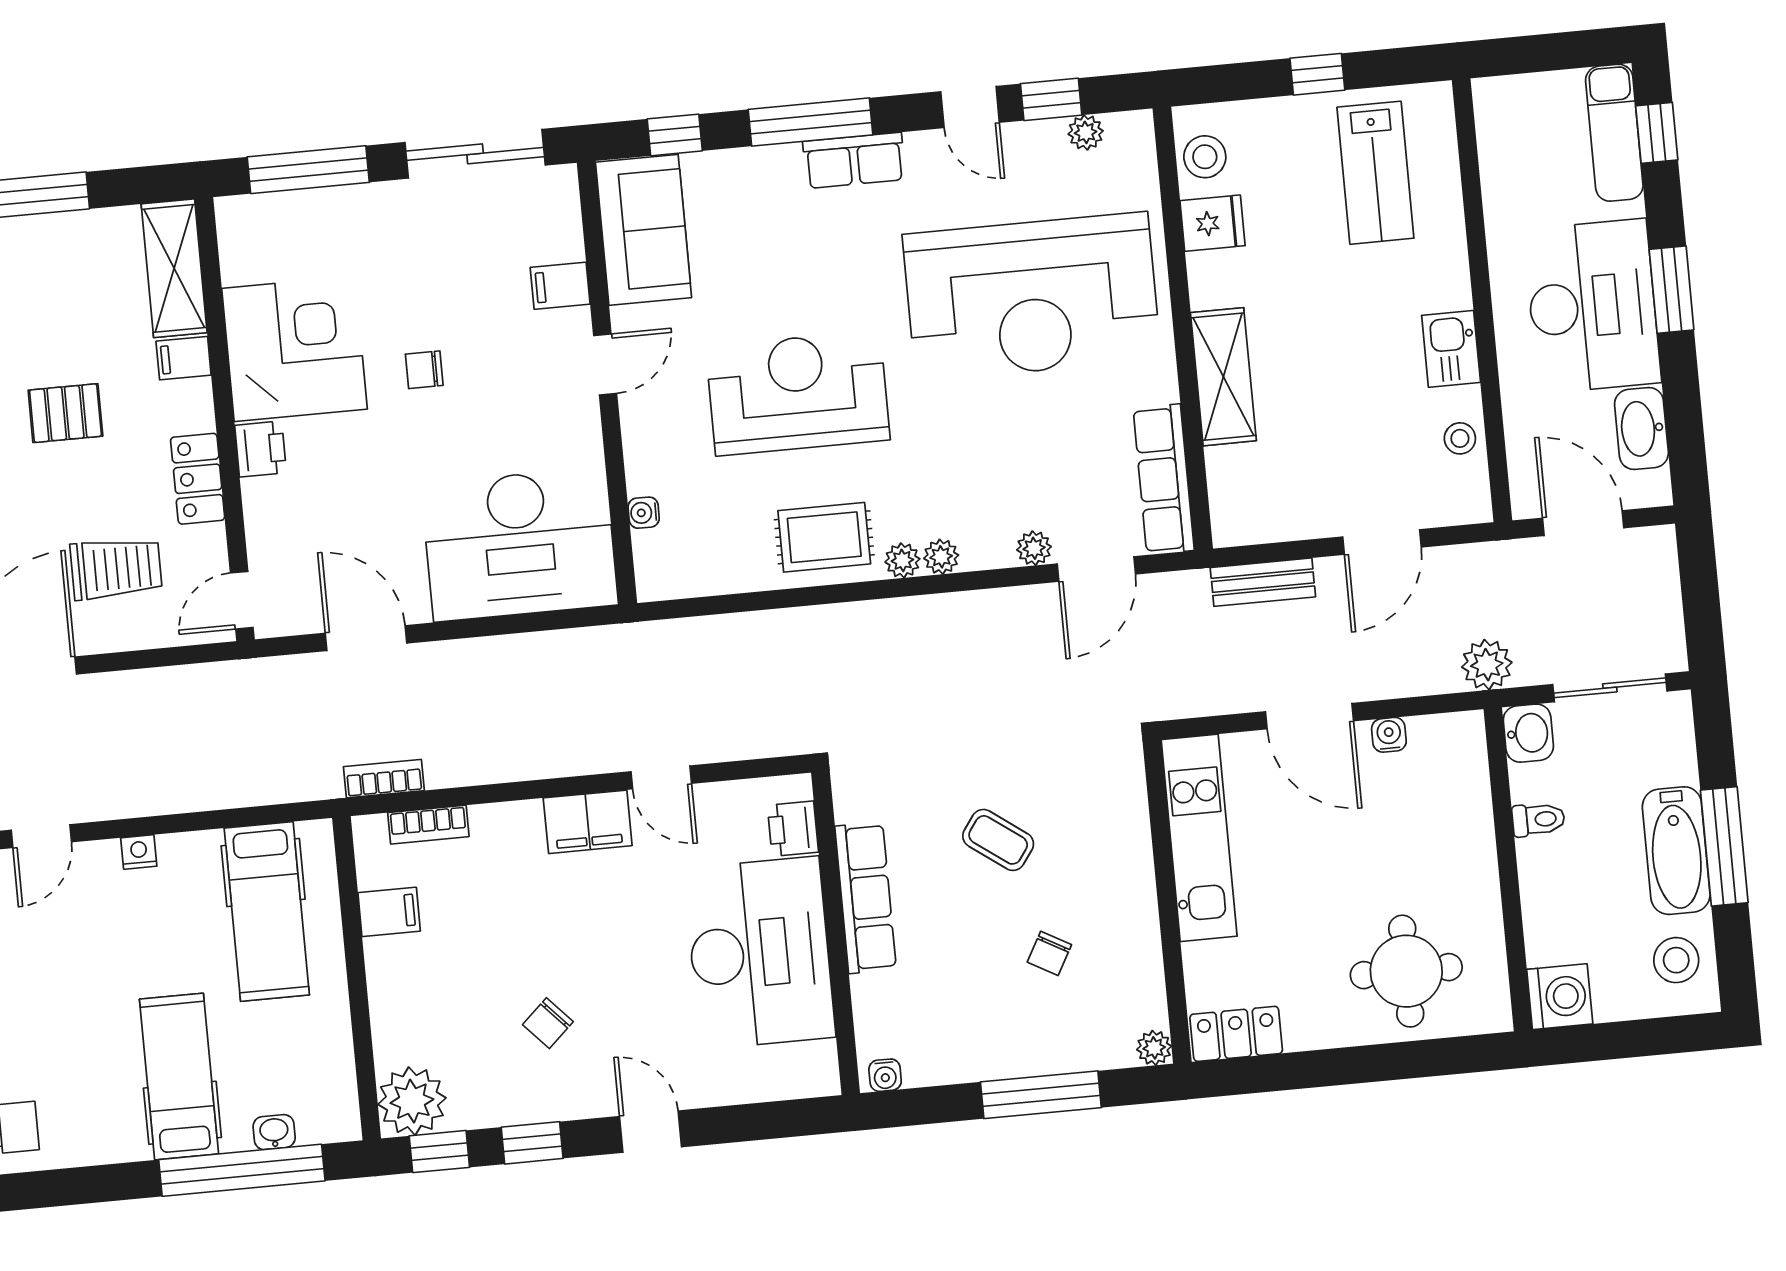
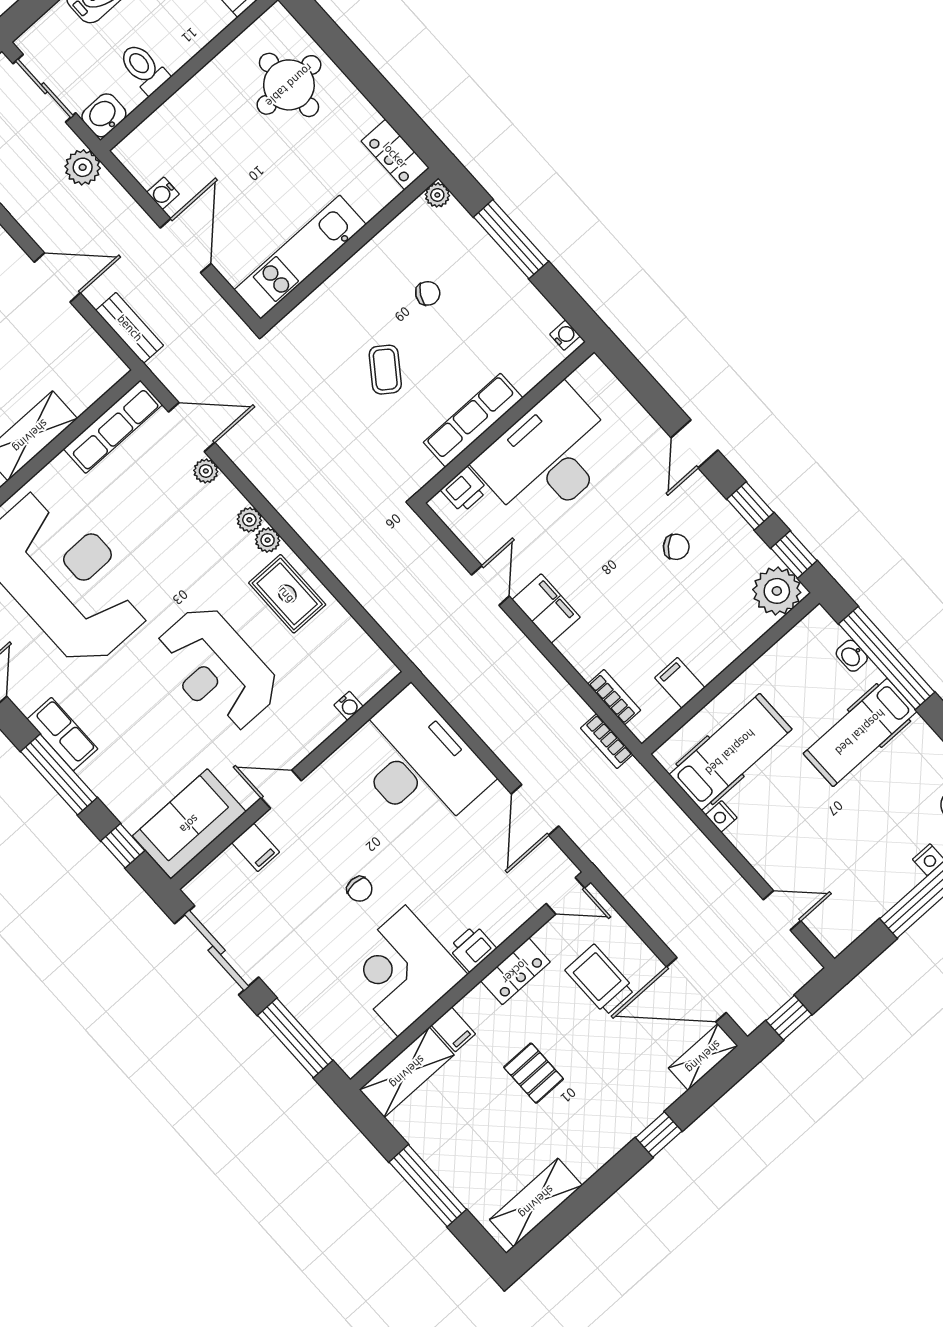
toilet: (1538, 819) -> (144, 68), width x1.37, depth x1.39
nightstand: (139, 852) -> (721, 816), moved

